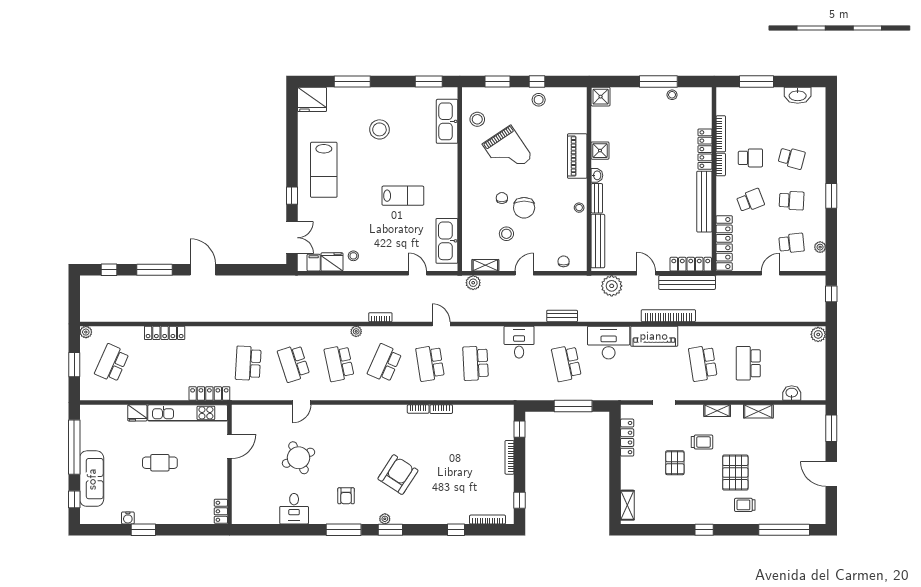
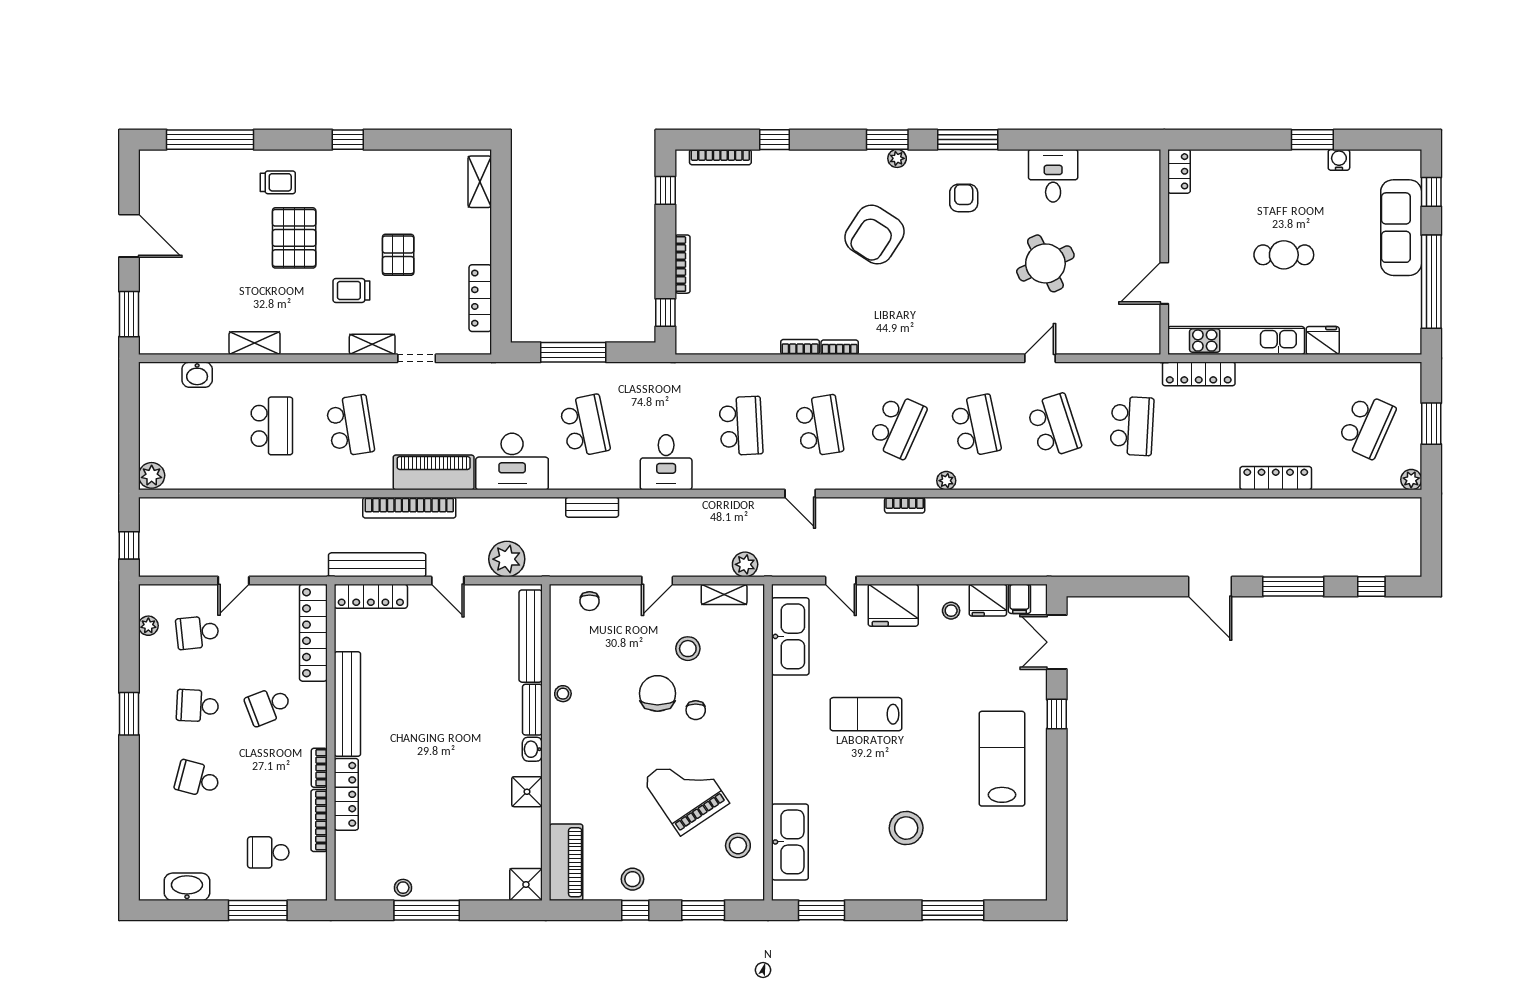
fridge: (312, 99) -> (893, 605), moved, turned 180
piano: (577, 156) -> (566, 862), moved
school desk: (750, 158) -> (268, 852), moved
shelving: (717, 411) -> (372, 344), moved

